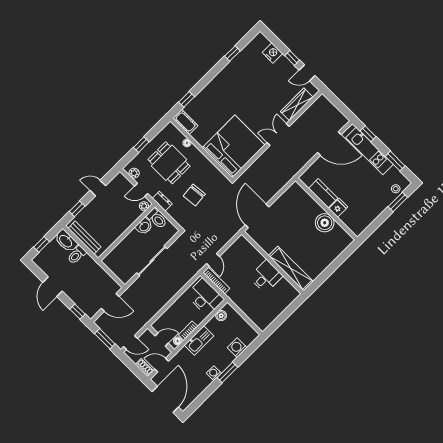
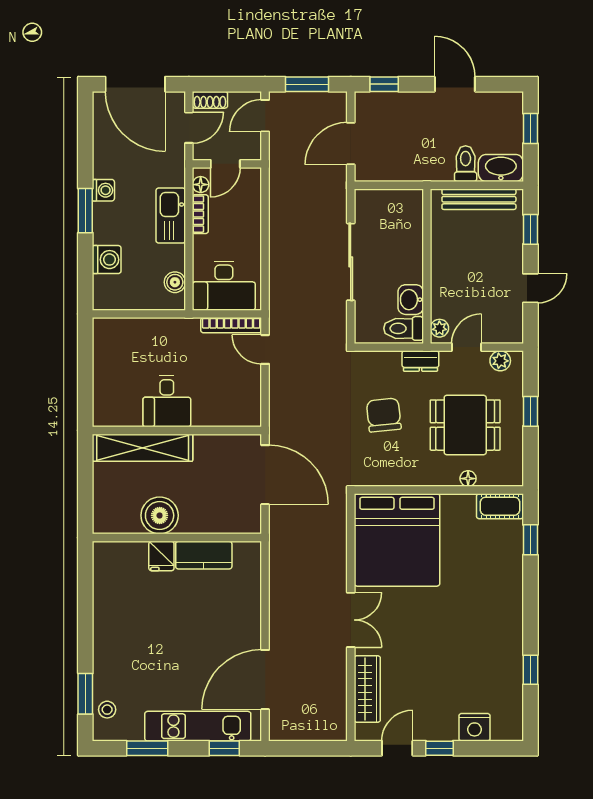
kitchen counter: (323, 193) -> (204, 555), moved
fridge: (338, 208) -> (161, 556), moved
wall: (326, 209) -> (177, 538), moved
boiler: (325, 223) -> (160, 515), moved

